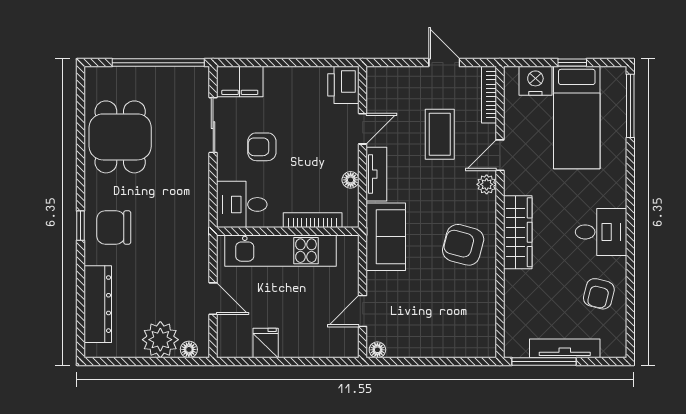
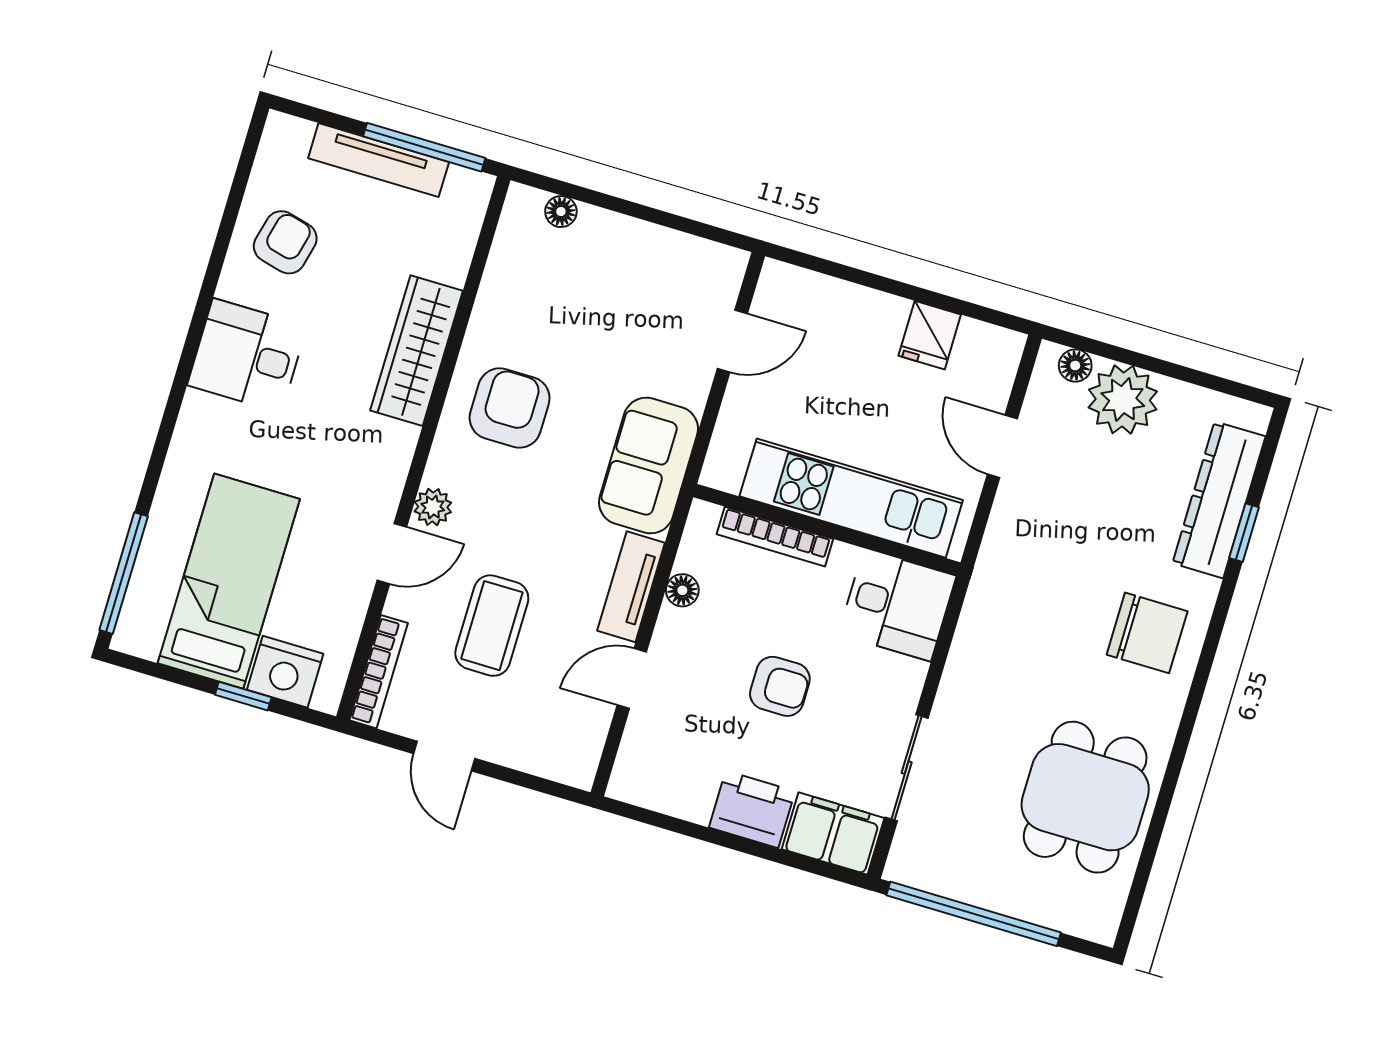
window: (572, 63) -> (243, 696), moved
printer: (343, 85) -> (752, 809), moved, turned -90
armchair: (262, 147) -> (780, 686), moved
window: (80, 226) -> (1244, 533), moved
wardrobe: (518, 232) -> (417, 351), moved
armchair: (463, 245) -> (510, 408), turned -105
floor lamp: (377, 350) -> (561, 212), moved

